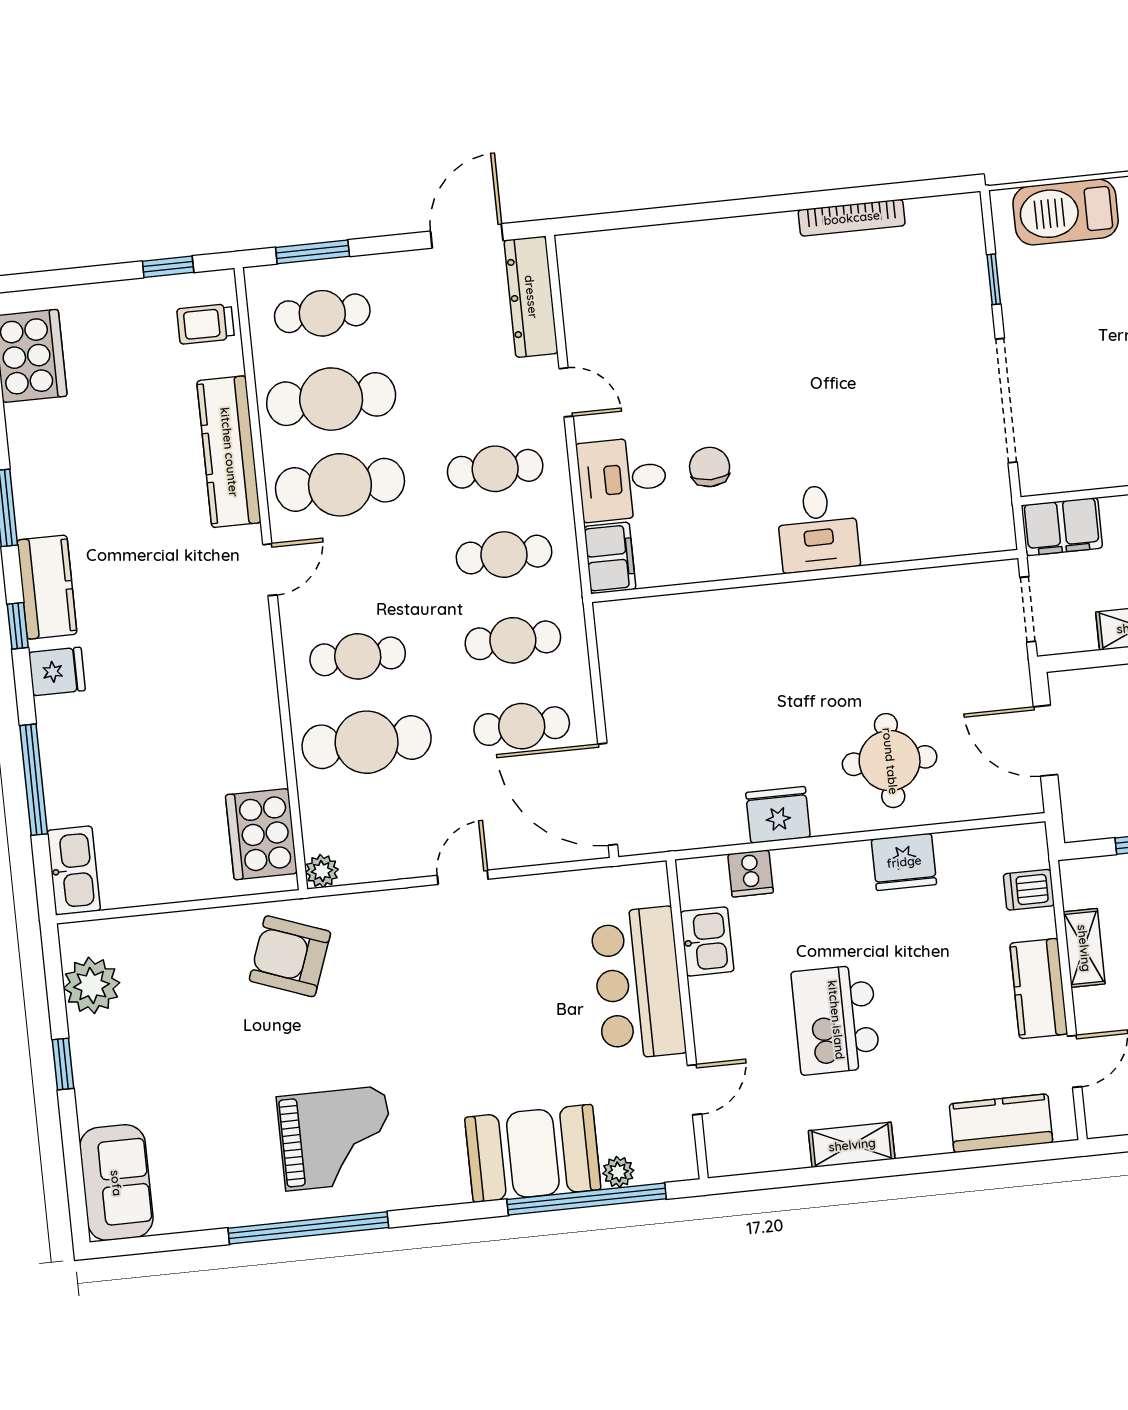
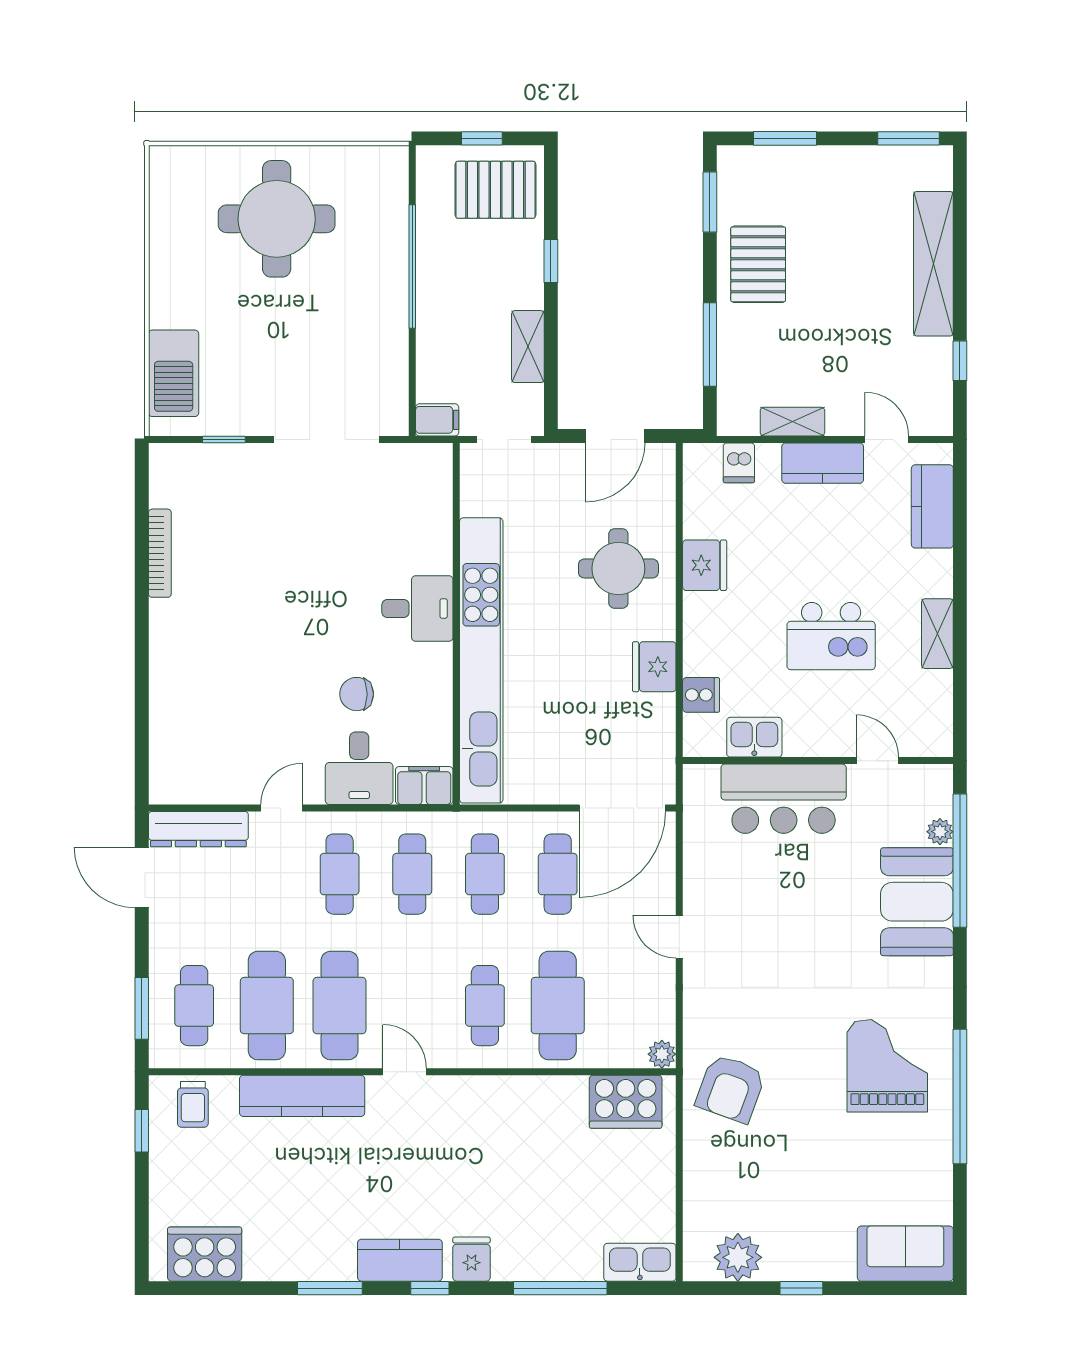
filing cabinet: (1062, 527) -> (437, 420), width x0.50
kitchen unit: (764, 610) -> (481, 660), added

